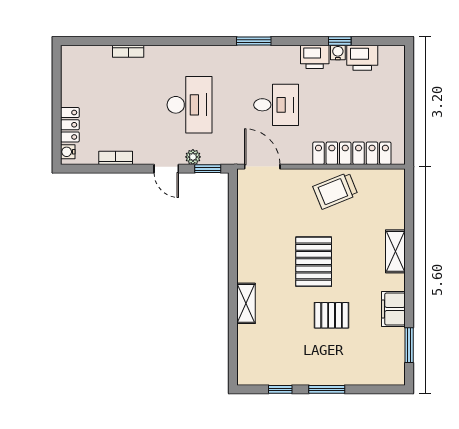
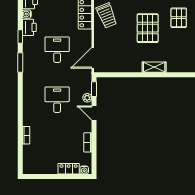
window: (340, 41) -> (20, 36), moved
desk: (190, 105) -> (57, 100), width x0.73
door: (166, 169) -> (94, 113), swing flipped
pallet: (314, 262) -> (148, 28), turned 90
shelving: (246, 303) -> (154, 67), moved

